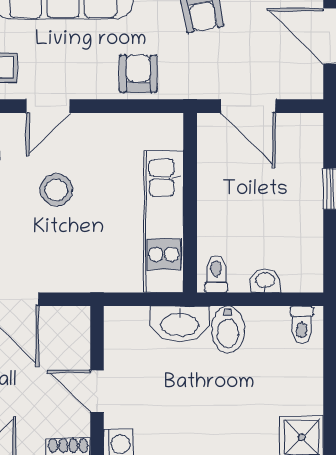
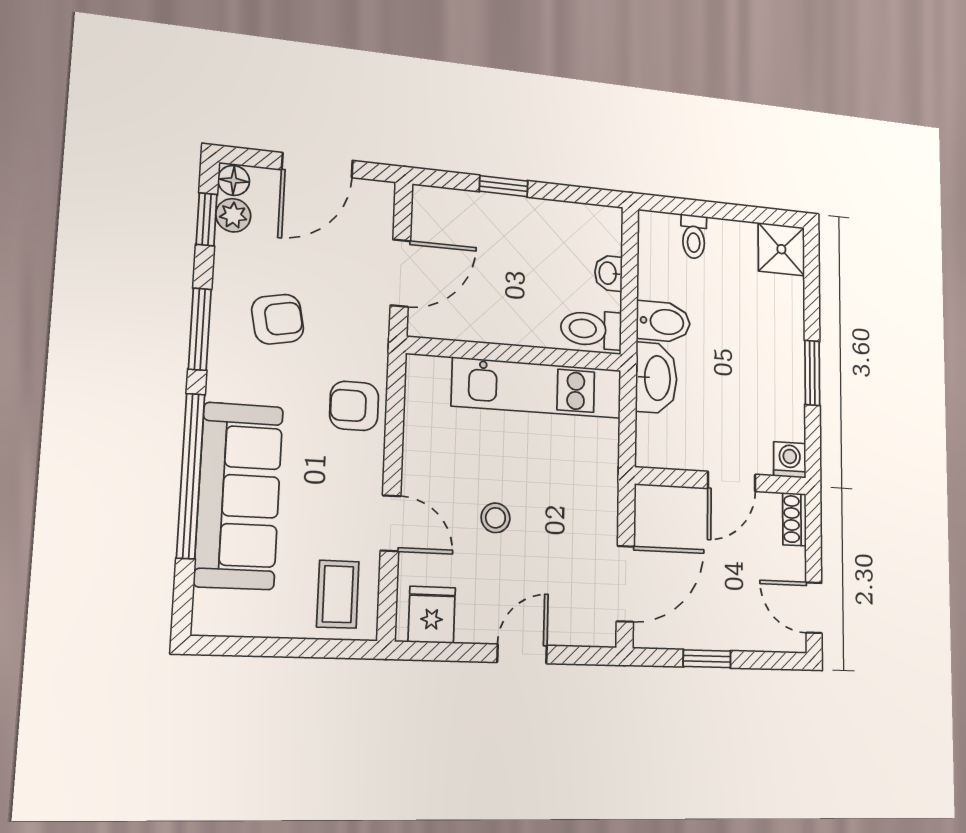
stool: (56, 190) -> (495, 518), width x0.73, depth x0.73
toilet: (216, 274) -> (591, 329), width x1.37, depth x1.39
toilet: (302, 325) -> (694, 237), moved, turned 90

